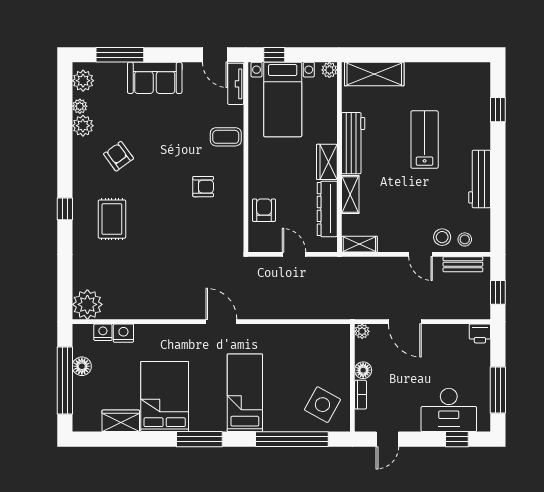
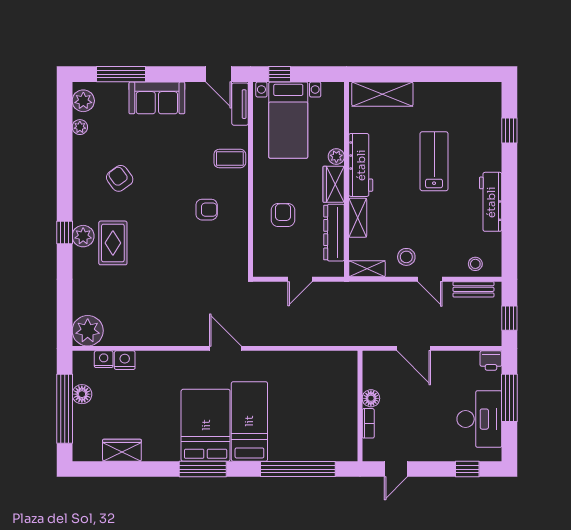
plant: (329, 70) -> (336, 157), moved
plant: (83, 126) -> (83, 236), moved
armchair: (264, 210) -> (283, 215), moved
stool: (442, 237) -> (406, 257), moved
door: (294, 254) -> (300, 279), swing flipped
plant: (362, 331) -> (370, 358), removed
window: (498, 390) -> (509, 398), moved
bed: (165, 397) -> (206, 425), moved
side table: (322, 405) -> (329, 434), removed
desk: (449, 410) -> (479, 419), moved, turned -90

